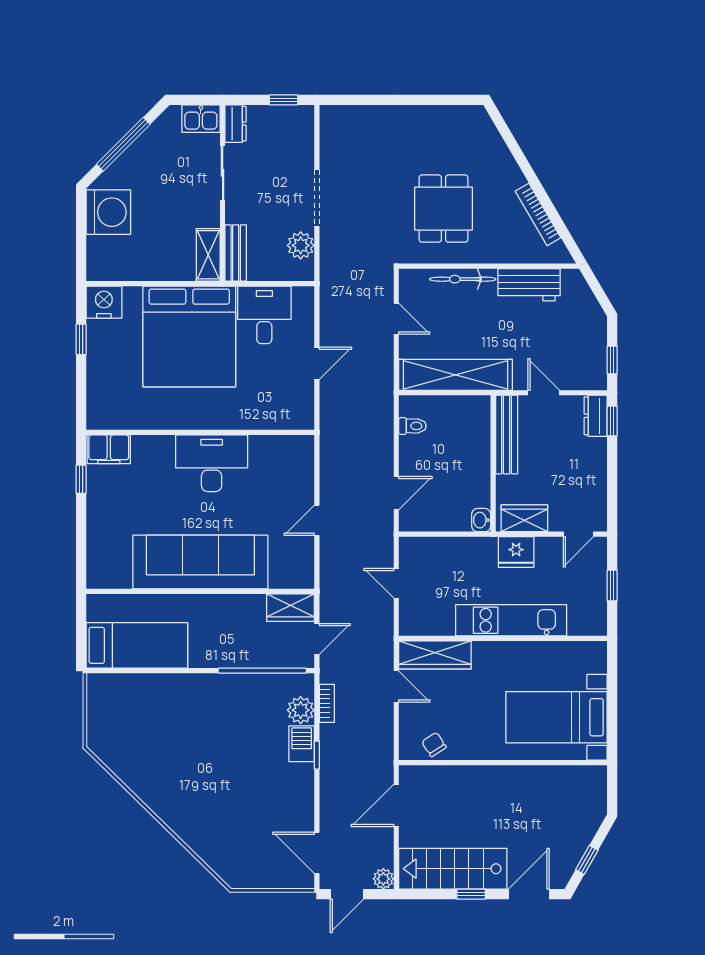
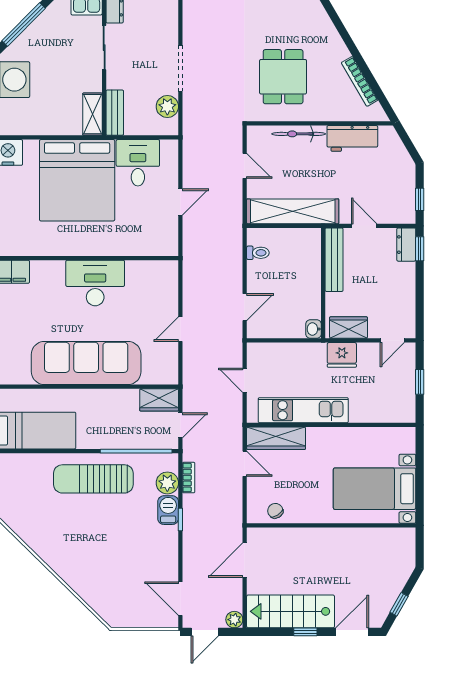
kitchen unit: (511, 620) -> (303, 410), moved
sun lounger: (209, 705) -> (93, 479), added

